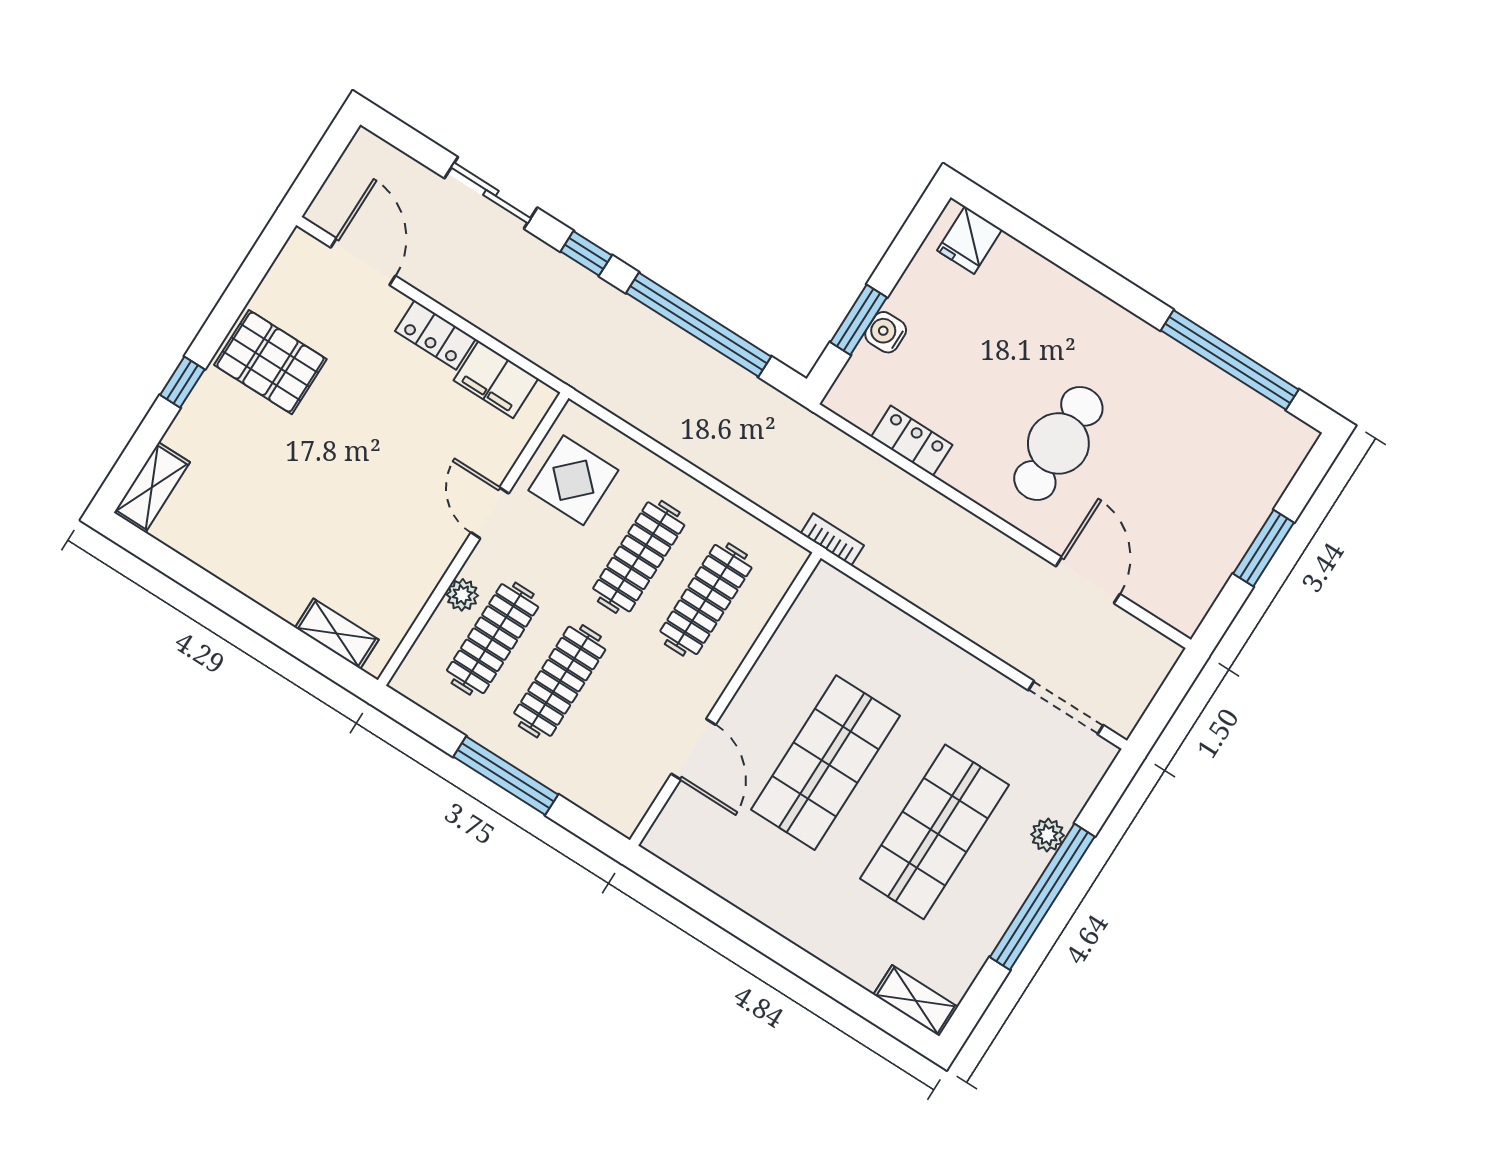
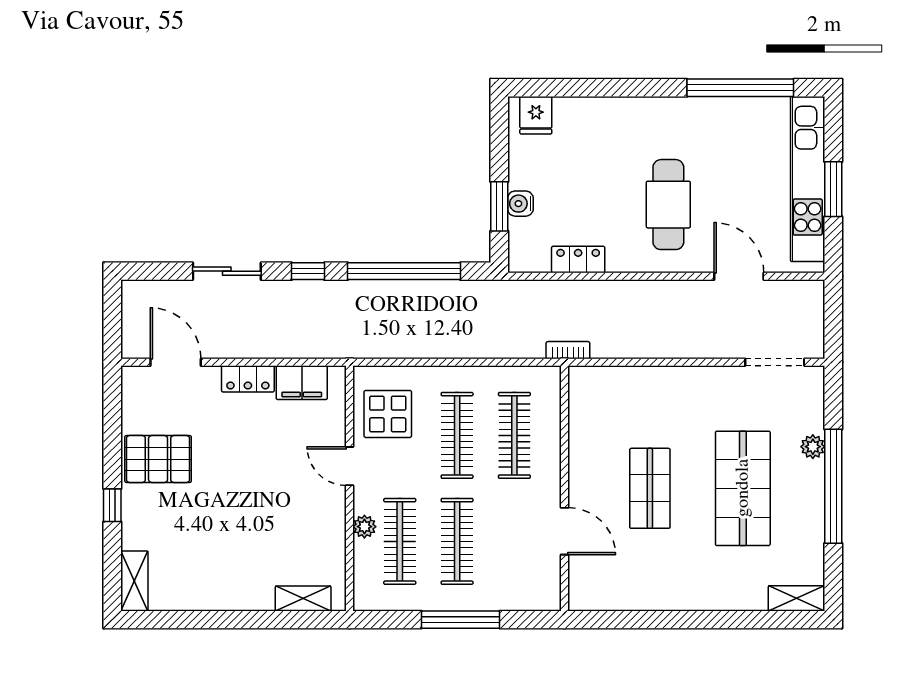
kitchen unit: (1241, 517) -> (808, 179), added
shop shelf: (825, 763) -> (650, 488), width x0.70, depth x0.74

